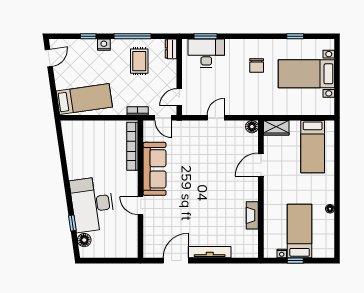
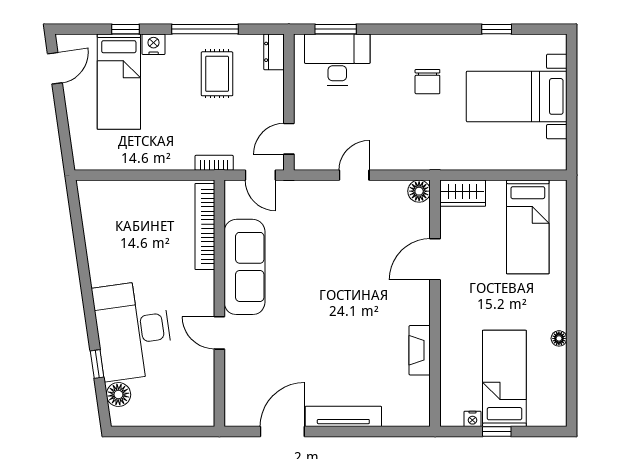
bed: (84, 99) -> (119, 82), moved, turned 98

